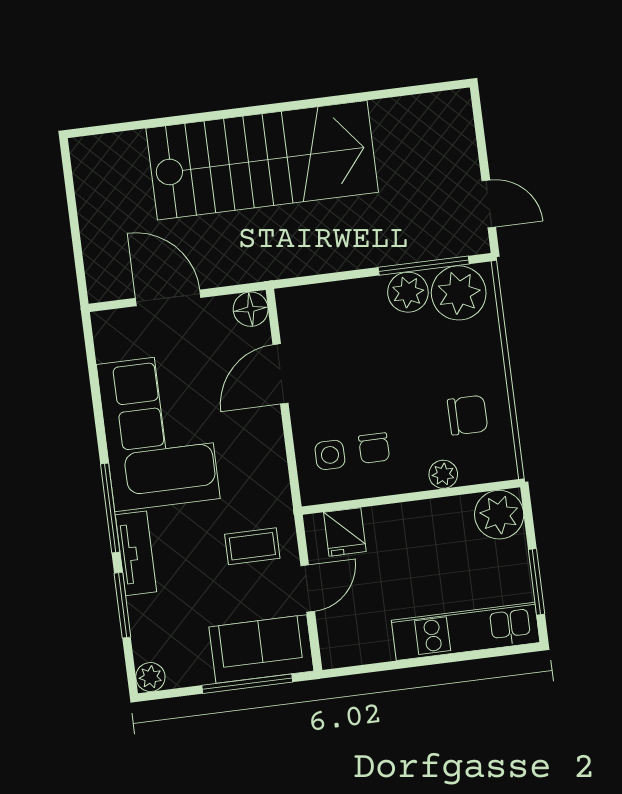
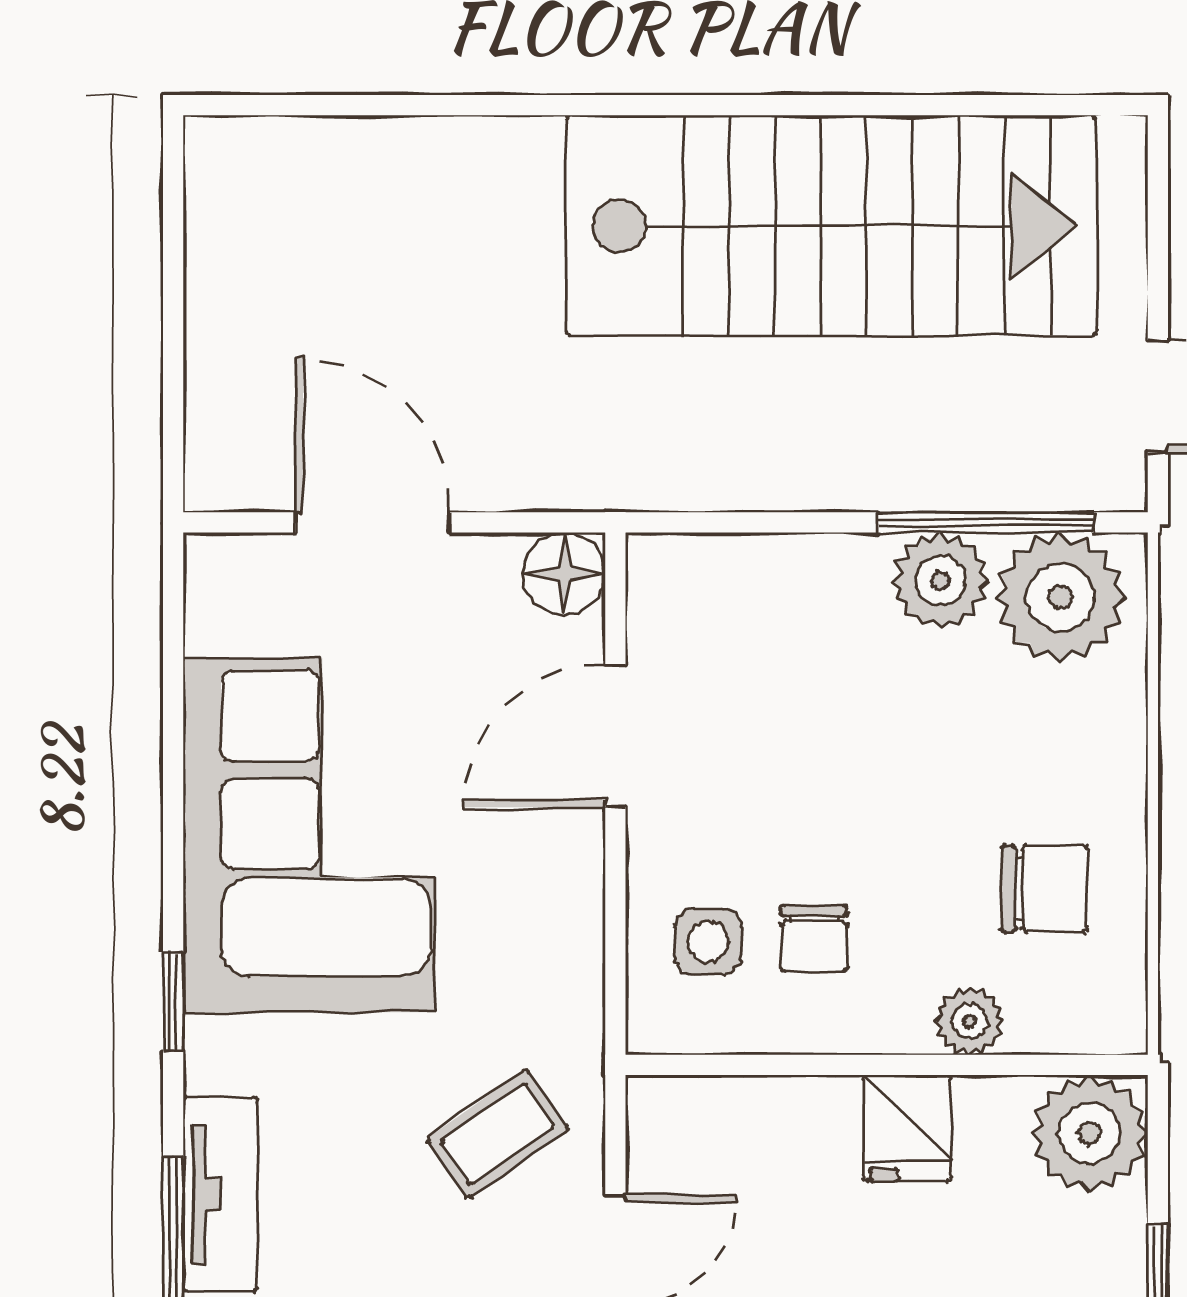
stairs: (262, 160) -> (831, 226), moved
window: (110, 508) -> (173, 1001), width x0.46
fridge: (345, 532) -> (907, 1128), moved
coffee table: (252, 546) -> (497, 1134), turned -35
tv unit: (136, 553) -> (220, 1194), moved

